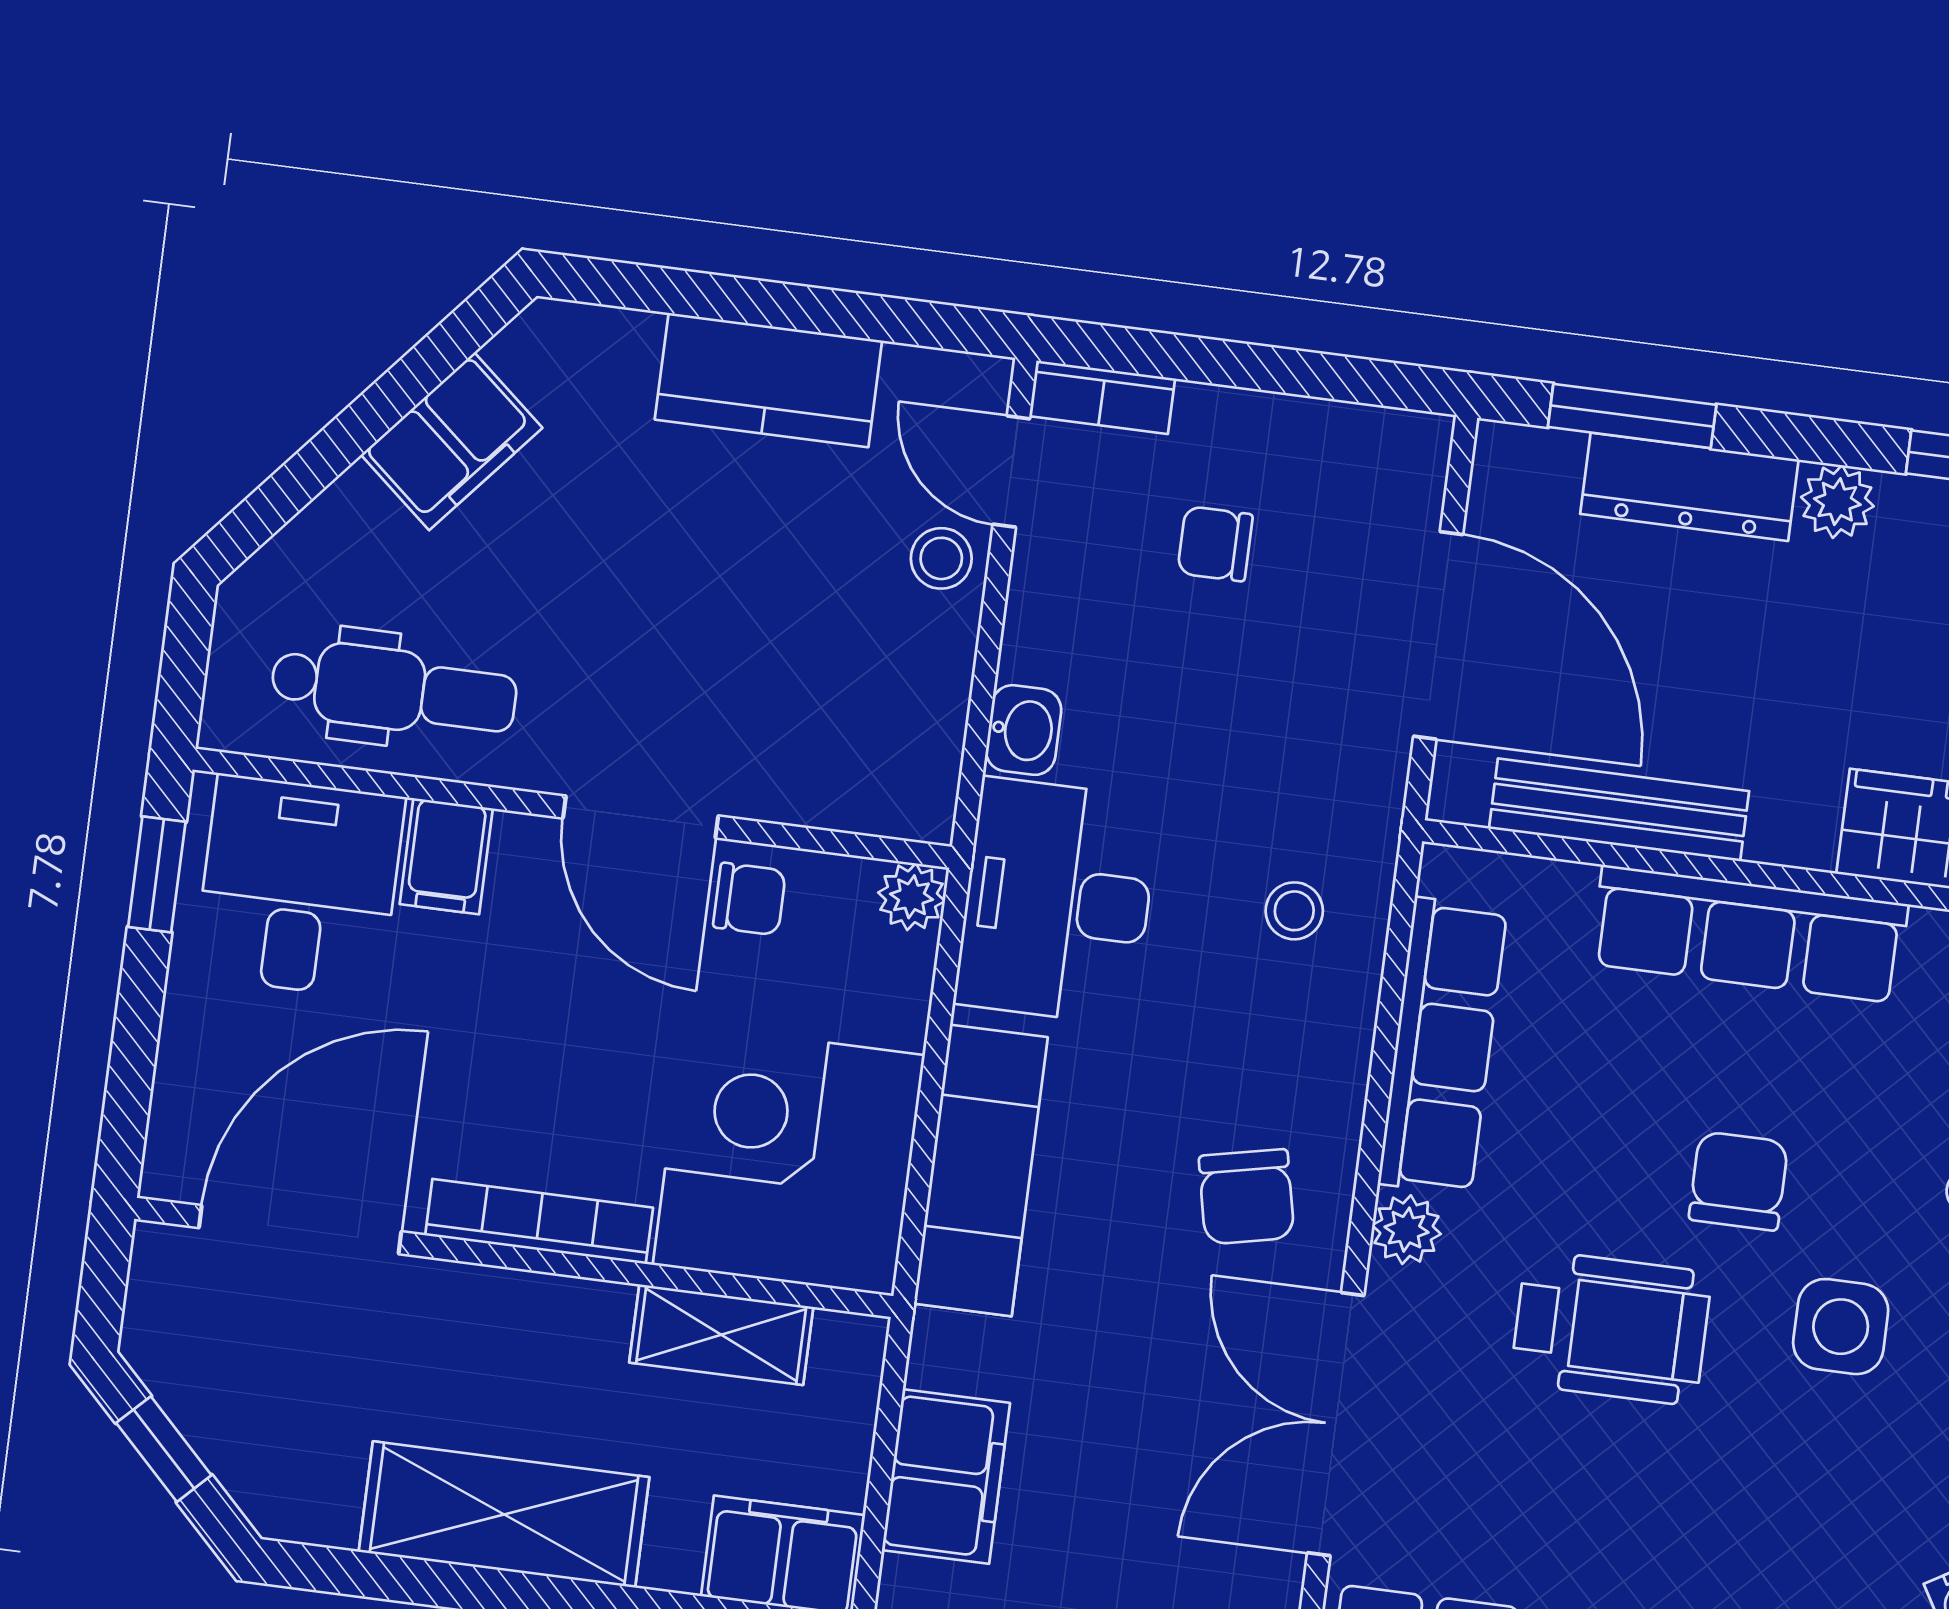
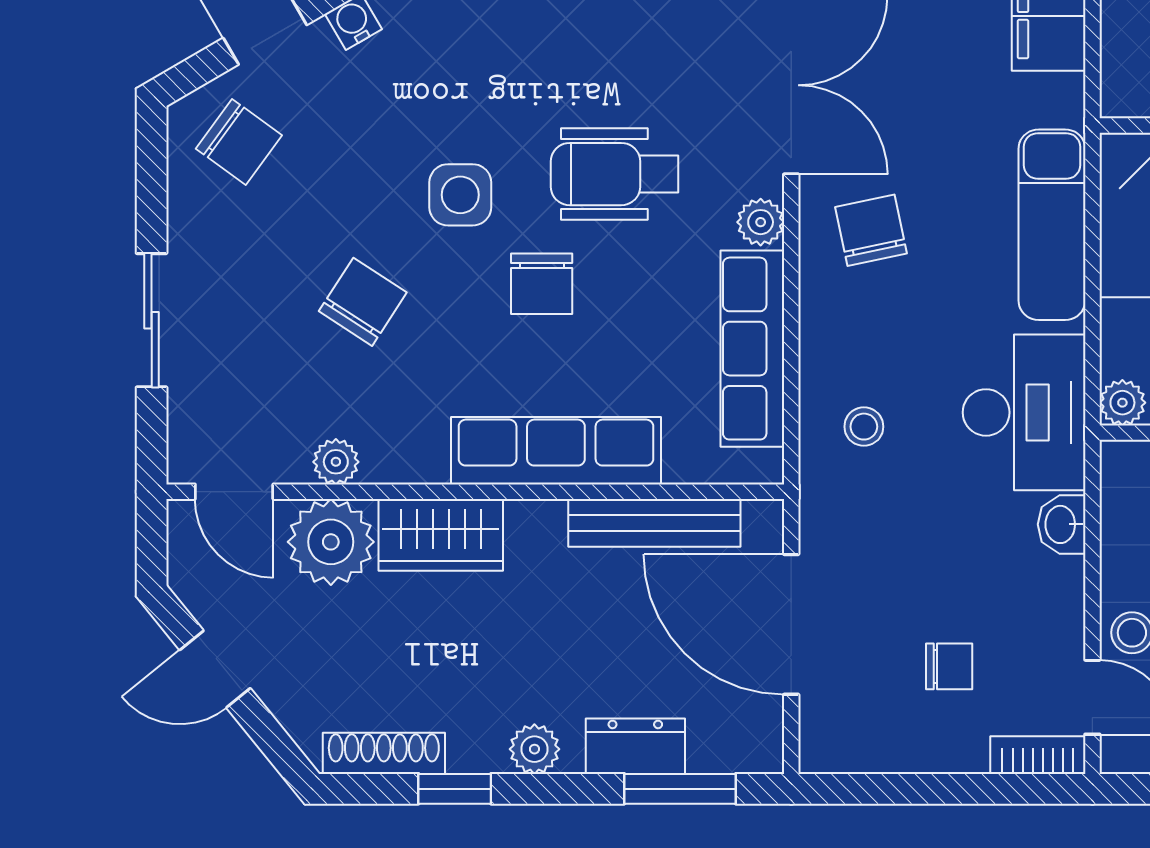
dresser: (1689, 487) -> (635, 746), width x0.70

